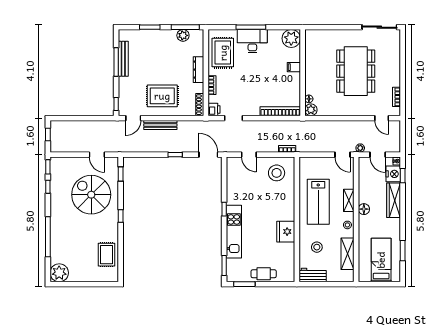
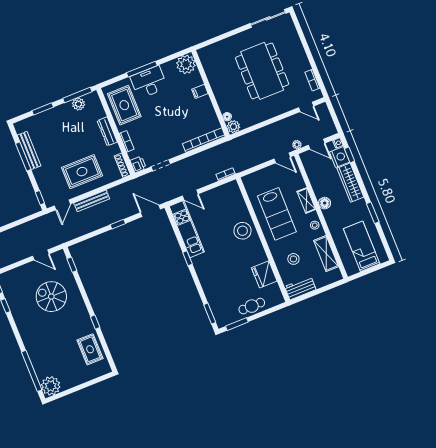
stool: (277, 173) -> (242, 231), moved
spiral stairs: (91, 195) -> (51, 297), width x0.73, depth x0.73
window: (121, 216) -> (95, 322), moved
kitchen unit: (234, 232) -> (187, 229), moved
fridge: (286, 232) -> (264, 274), moved
window: (48, 237) -> (32, 371), moved
window: (403, 251) -> (373, 213), moved

